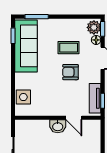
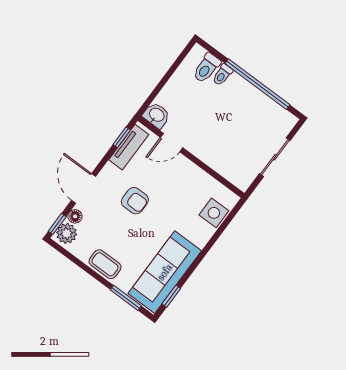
coffee table: (69, 48) -> (105, 264), moved
door: (74, 118) -> (172, 143), swing flipped
washbasin: (58, 126) -> (156, 115), moved

